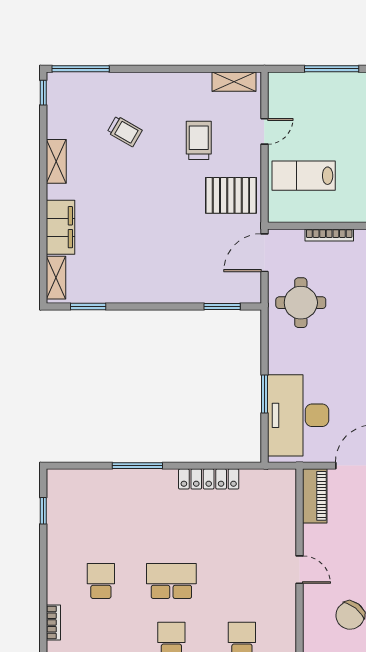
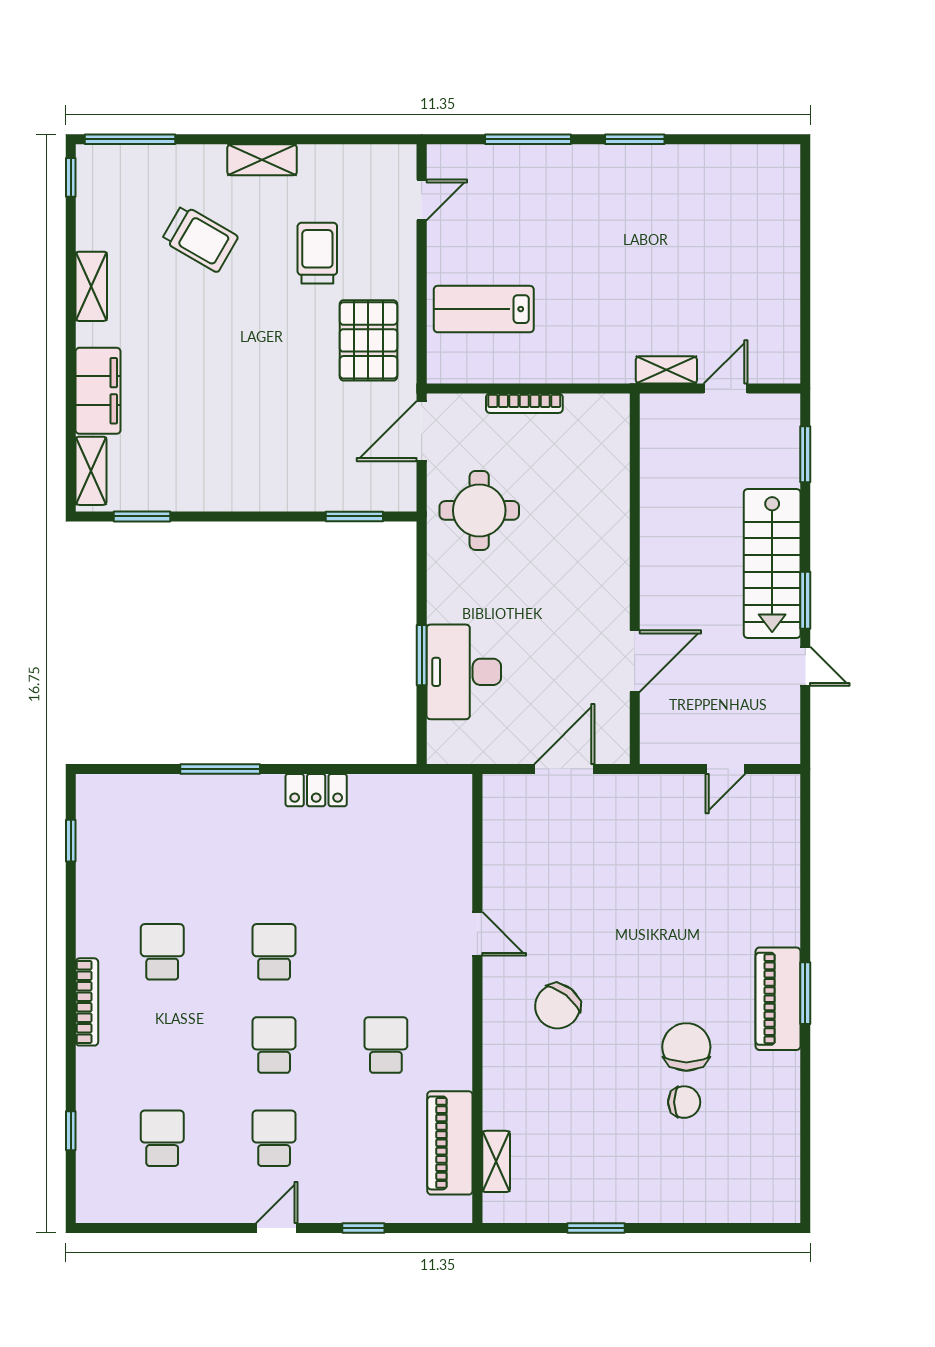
shelving: (234, 82) -> (262, 160), moved
trolley: (125, 131) -> (200, 238), width x1.36, depth x1.39
door: (264, 131) -> (422, 200), moved
pallet: (231, 195) -> (368, 340), turned 90
desk: (298, 415) -> (464, 672), width x0.73, depth x0.77
locker: (209, 479) -> (316, 790), width x0.66
piano: (315, 496) -> (502, 817), removed
school desk: (171, 581) -> (274, 952), width x0.54
bookcase: (53, 622) -> (87, 1002), width x1.56

